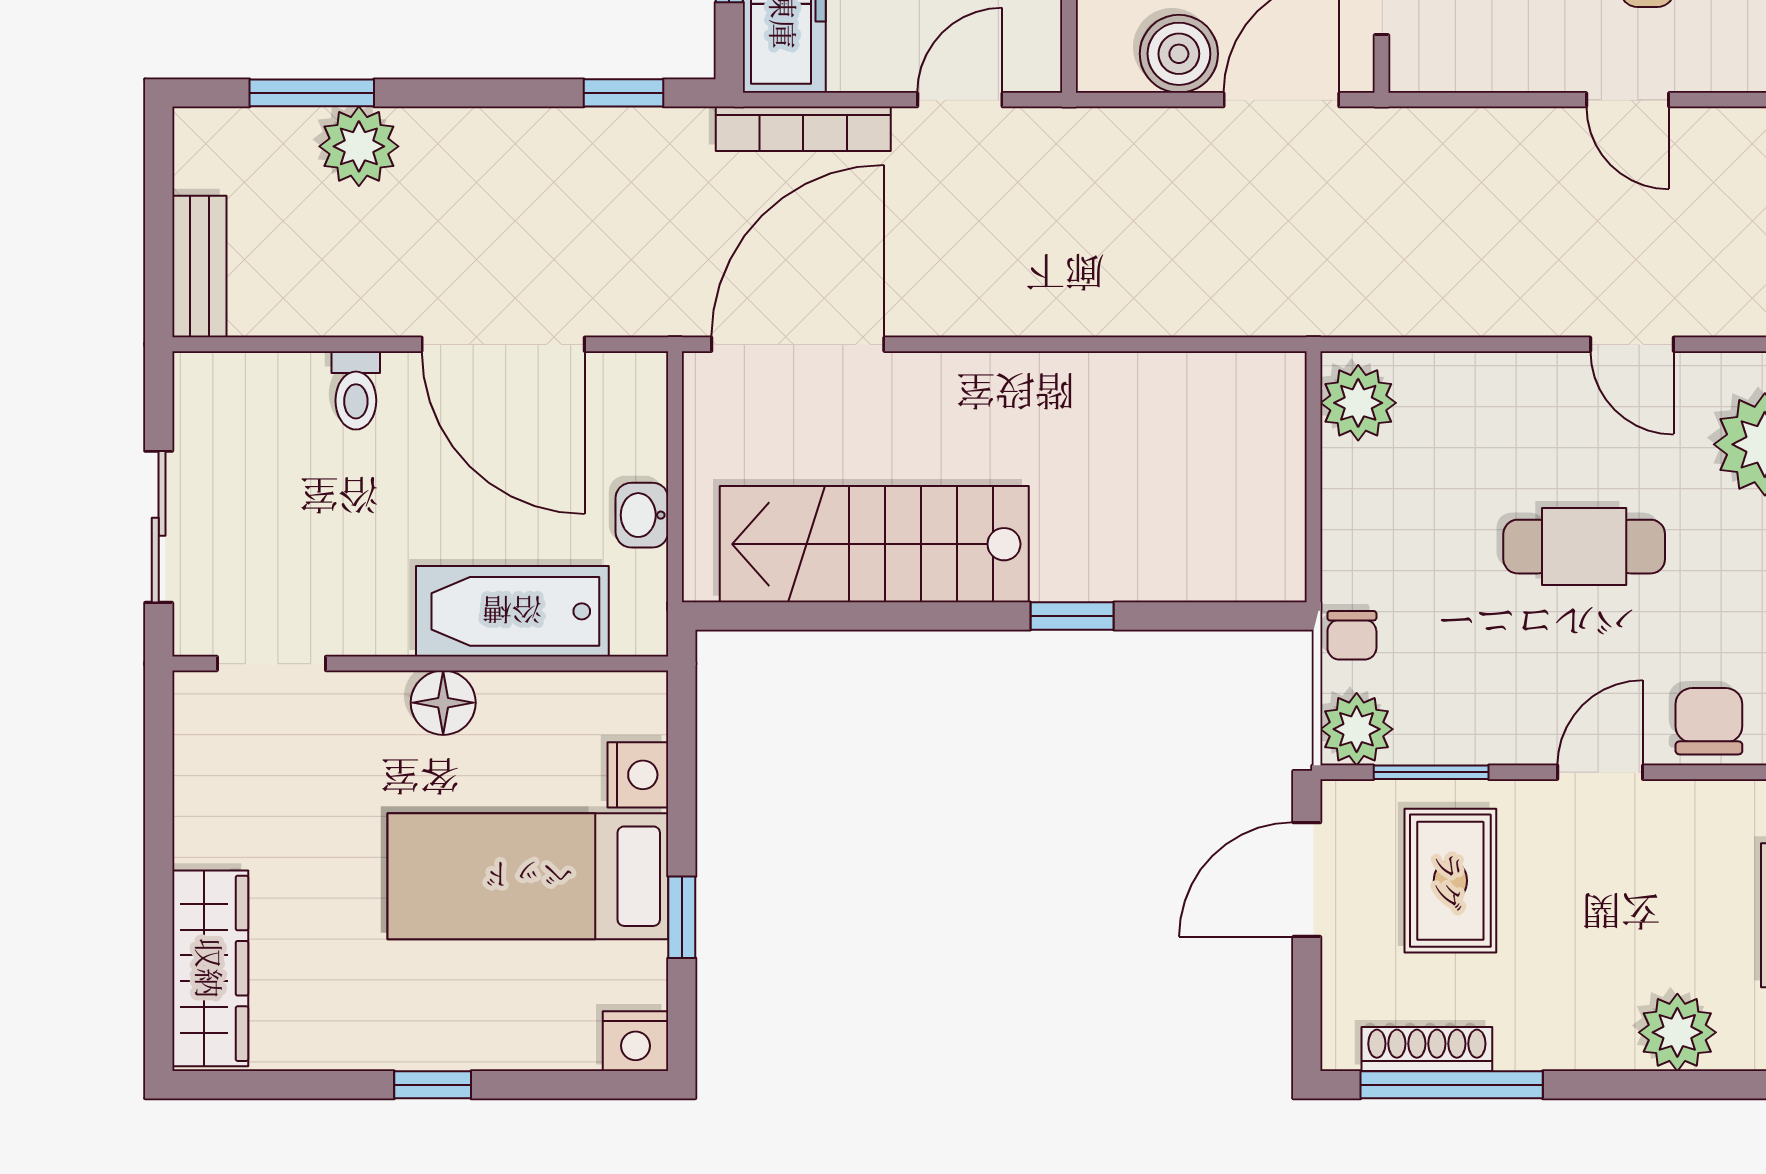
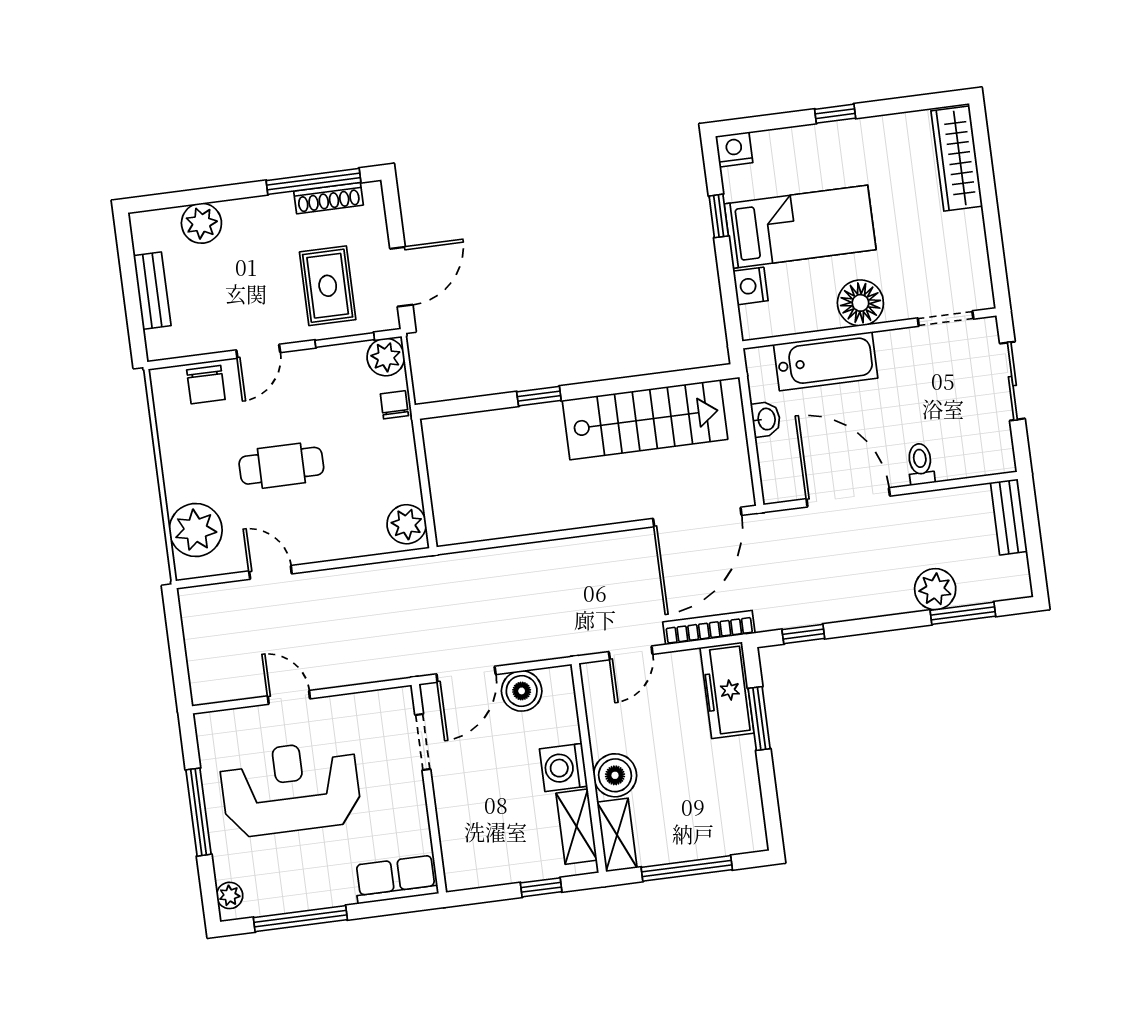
floor lamp: (443, 703) -> (860, 303), width x1.38, depth x1.38

